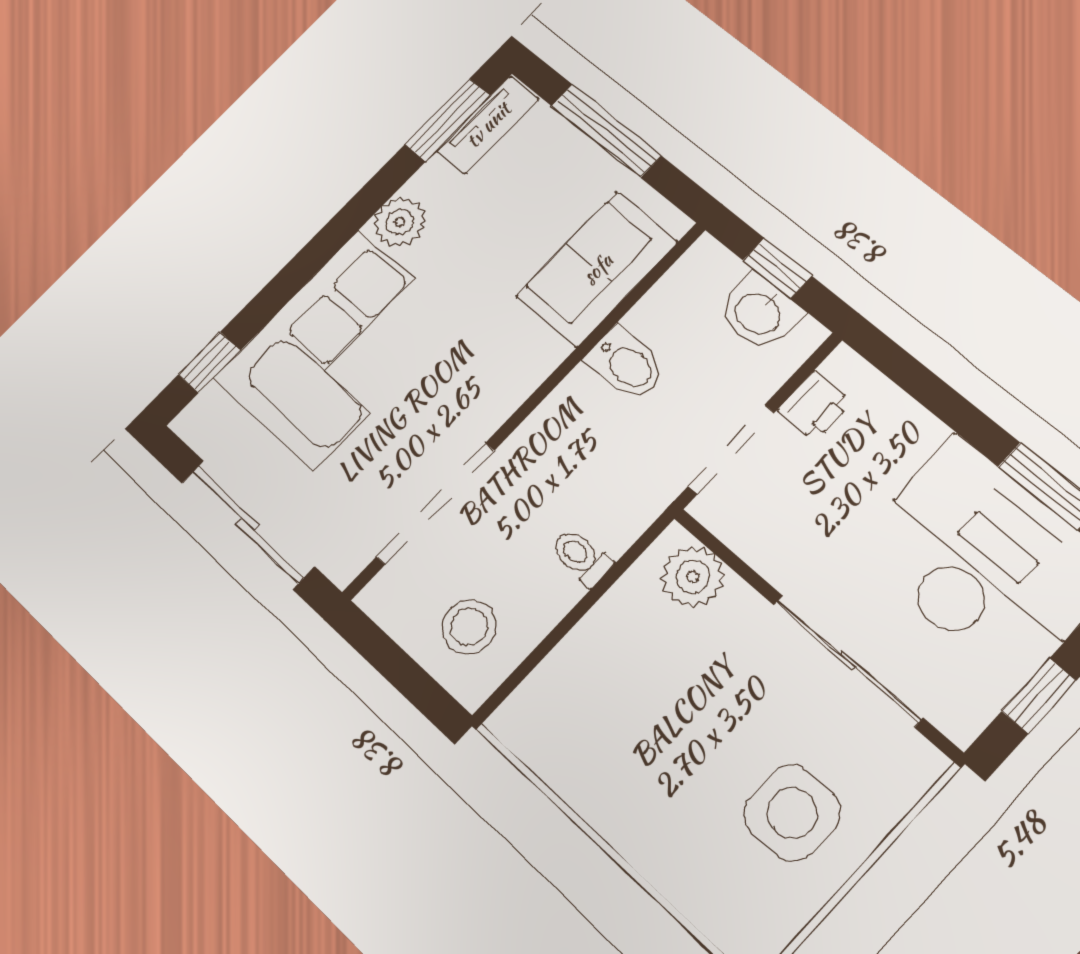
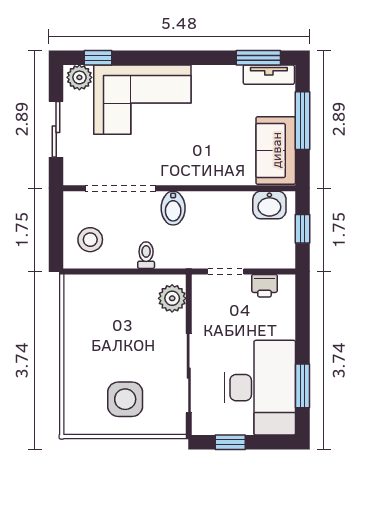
plant: (400, 222) -> (79, 77), moved
sofa: (597, 269) -> (276, 150), moved, turned -90
washbasin: (759, 312) -> (269, 205), moved, turned -90
bidet: (626, 364) -> (173, 208), moved
doorway: (731, 449) -> (226, 271), width x0.73
sliding door: (248, 524) -> (56, 129), width x0.73

